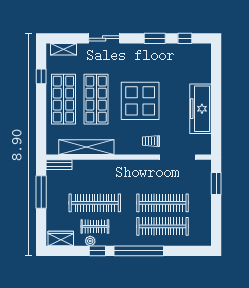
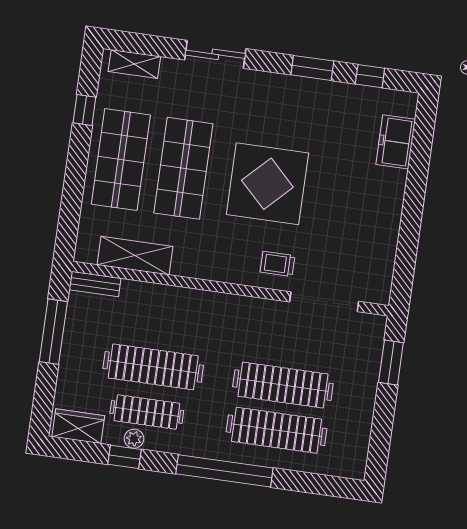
freezer: (201, 109) -> (396, 142), moved, width x0.52, depth x0.79
shelving: (86, 147) -> (135, 256), width x0.68
clothes rail: (95, 226) -> (147, 412), width x1.36
window: (97, 251) -> (125, 457), moved

